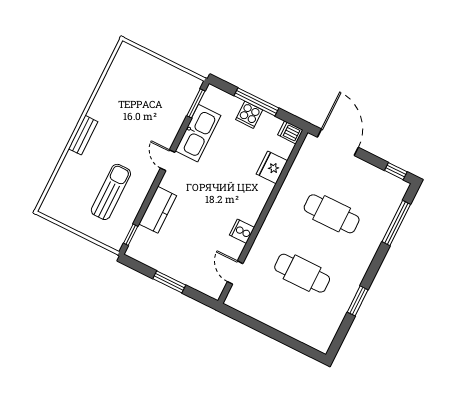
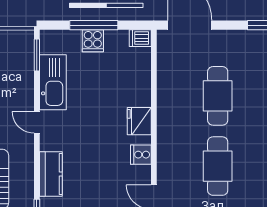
fridge: (272, 167) -> (139, 121), moved
cafe table: (332, 214) -> (218, 96), turned 90
cafe table: (302, 273) -> (218, 166), turned 90

